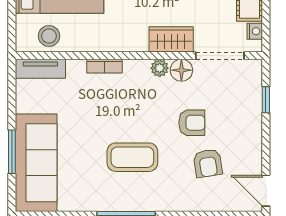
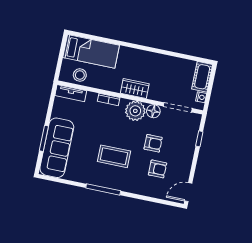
wardrobe: (171, 39) -> (135, 88), moved
plant: (160, 68) -> (135, 111), width x1.88, depth x1.88
armchair: (208, 163) -> (158, 169), turned -81
door: (266, 191) -> (188, 192), hinge flipped

